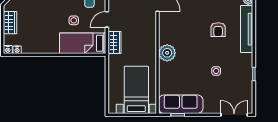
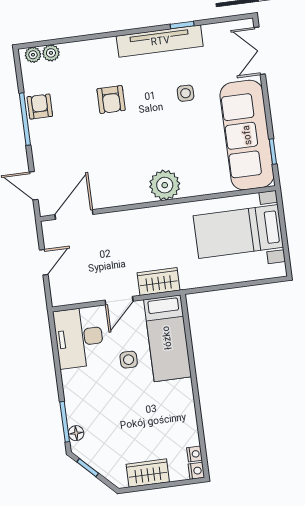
door: (107, 19) -> (119, 301), hinge flipped
tv unit: (247, 29) -> (160, 41), moved
armchair: (218, 30) -> (111, 100), turned 90
sofa: (181, 104) -> (247, 135), width x1.36, depth x1.27

